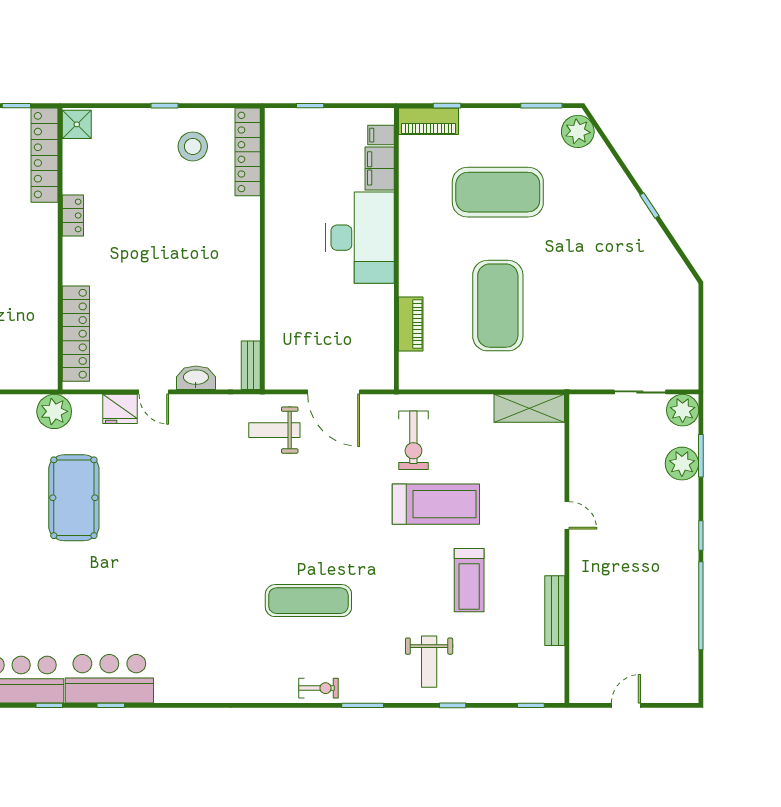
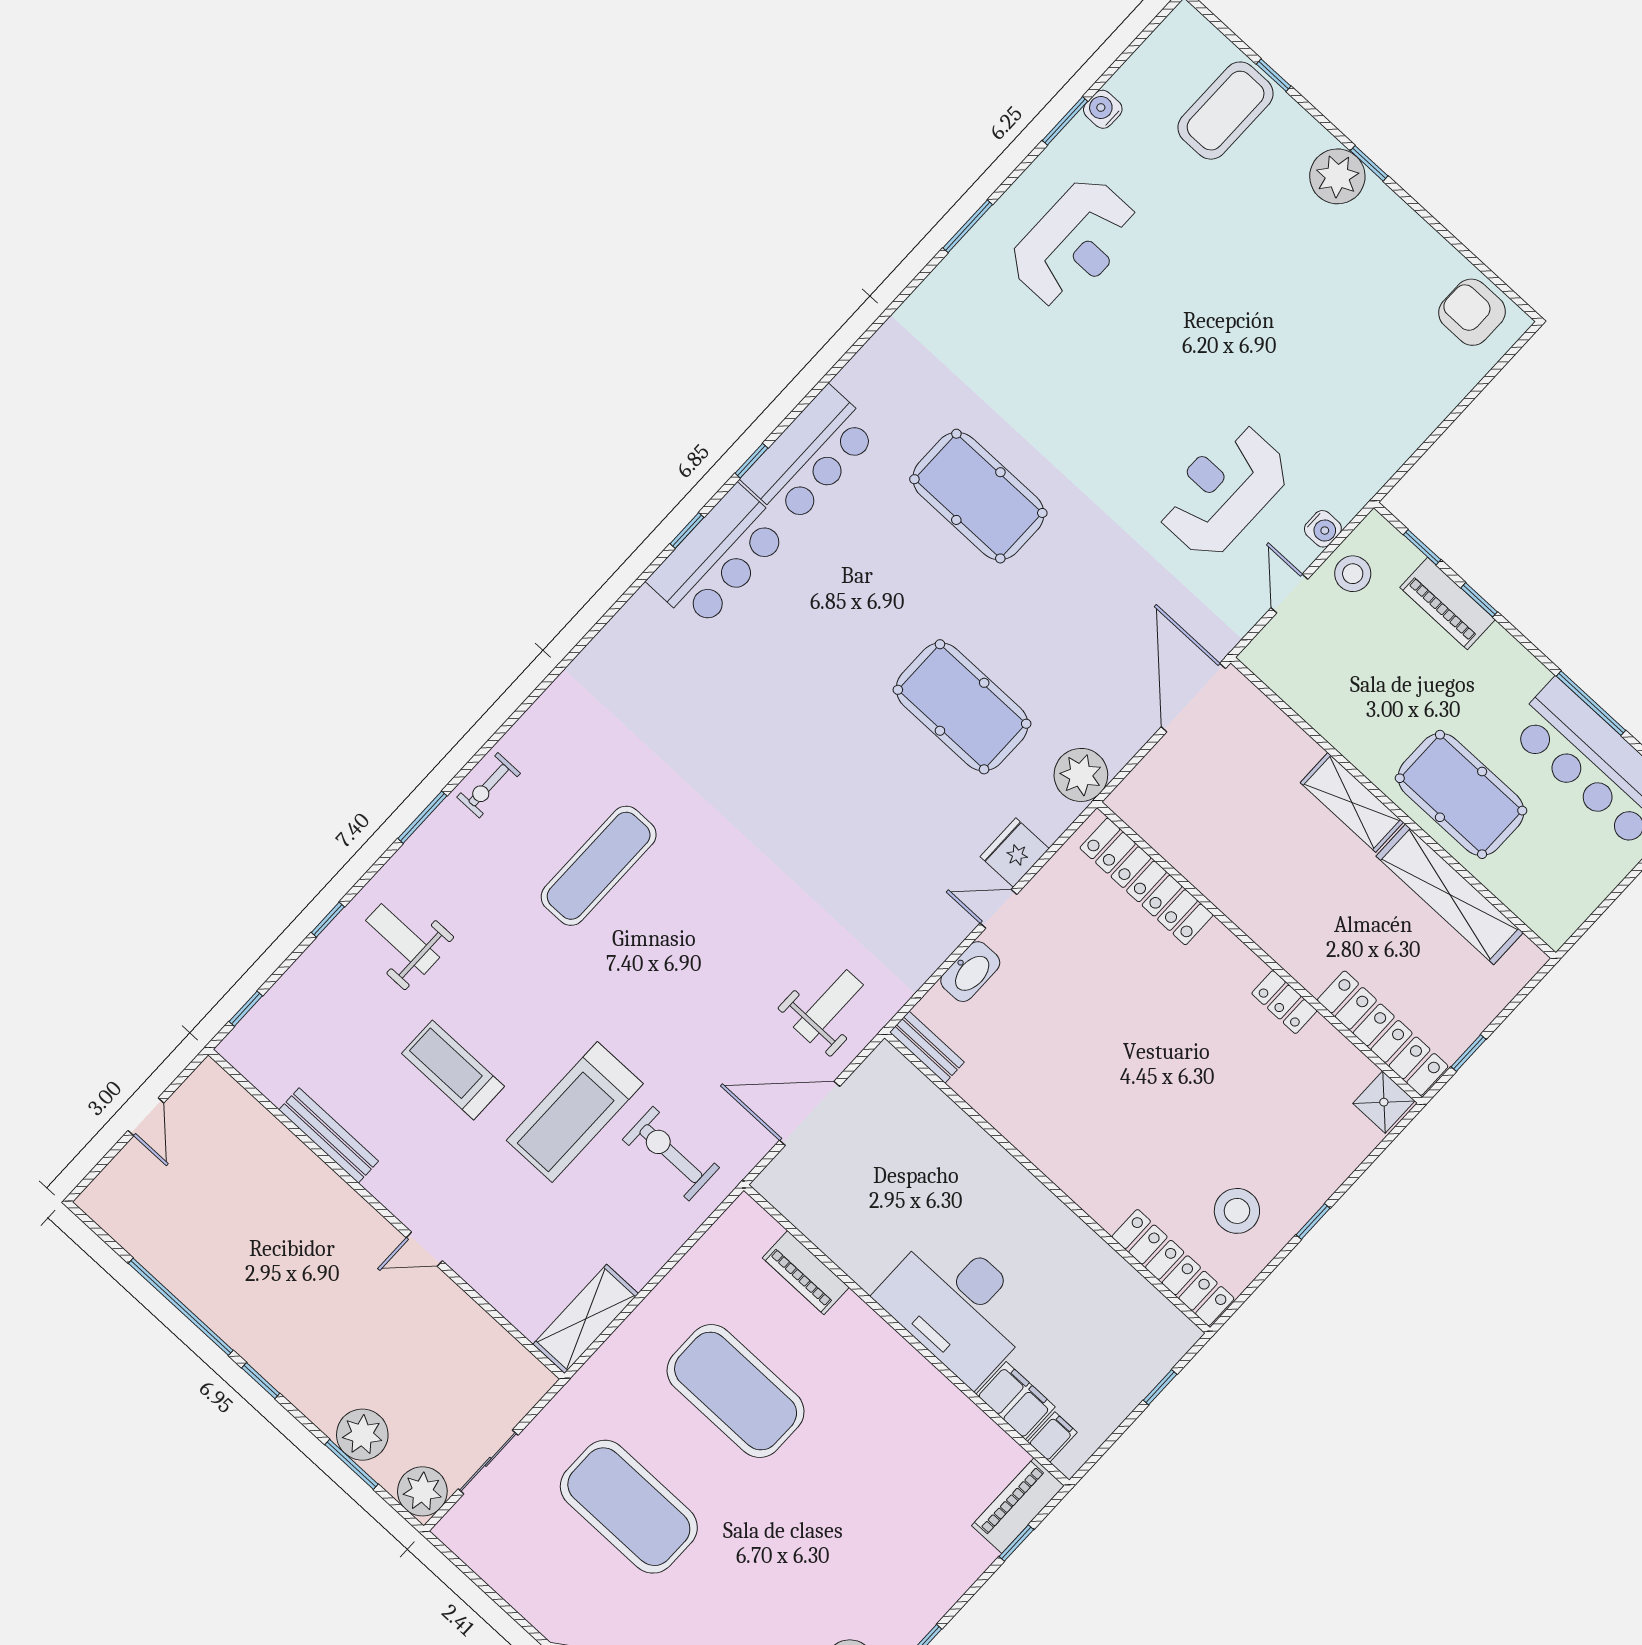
exercise mat: (498, 192) -> (629, 1507), moved, turned 90

